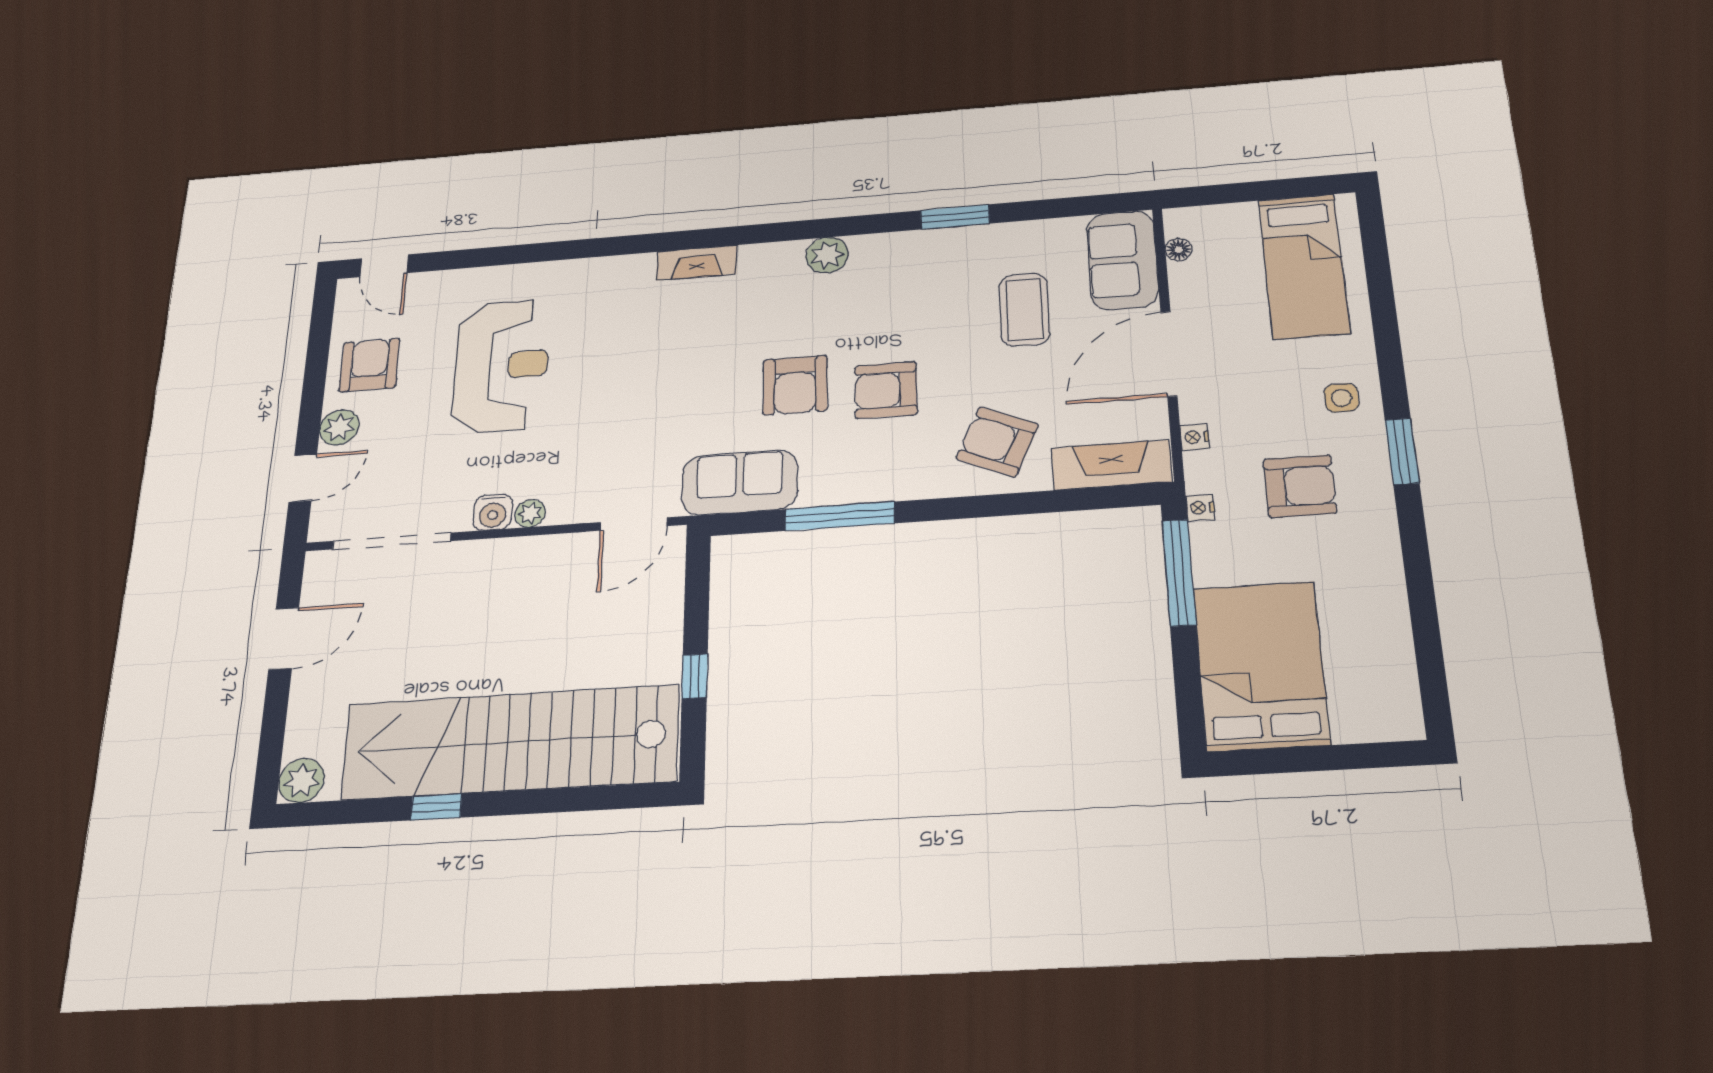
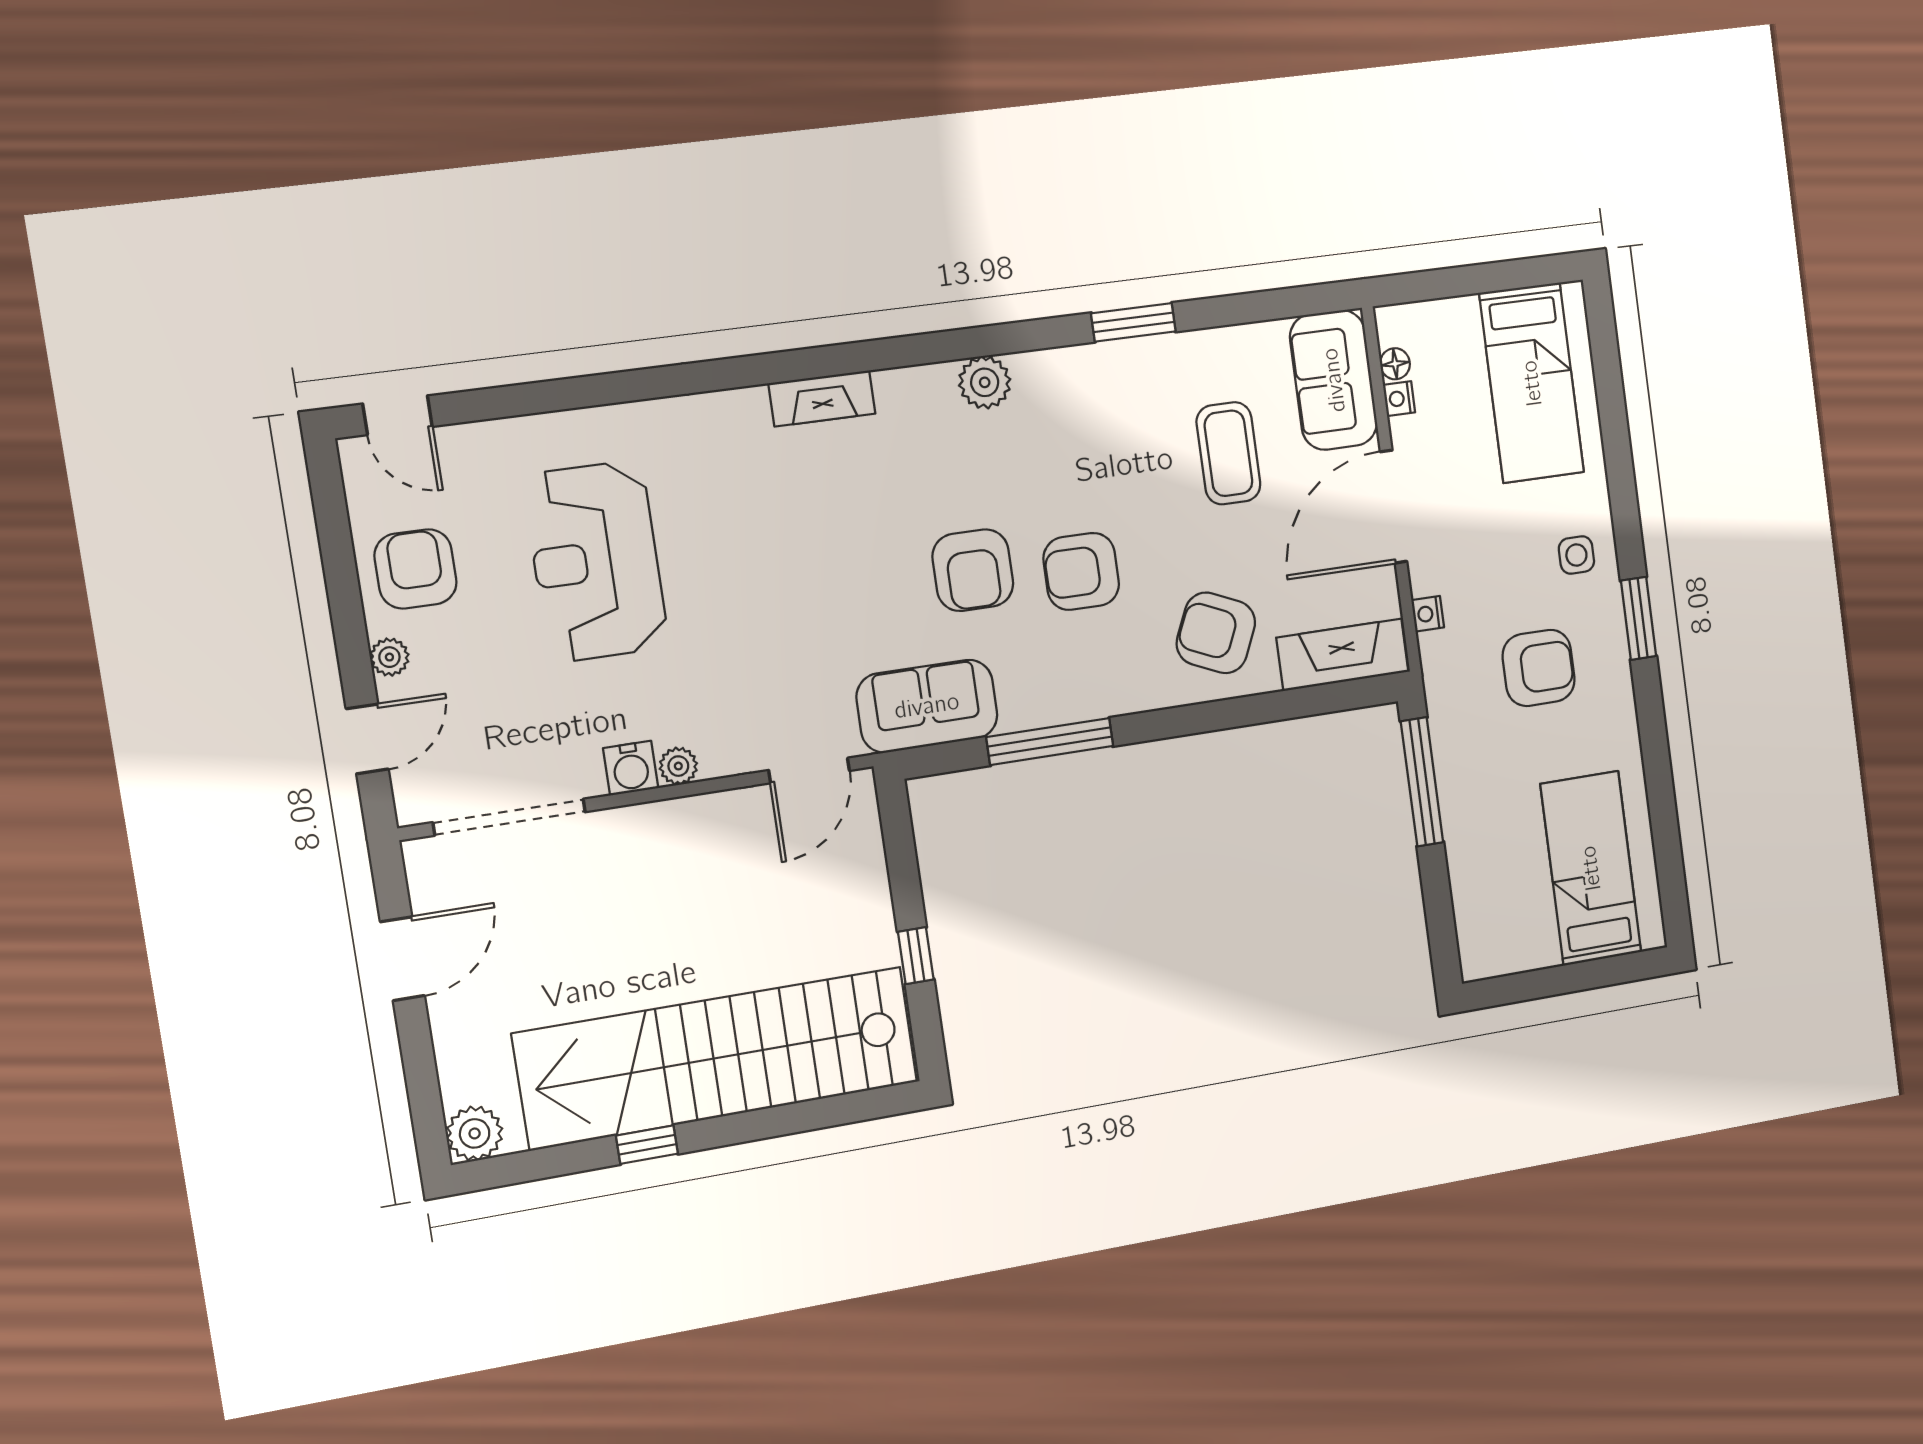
reception desk: (501, 366) -> (596, 561), turned 180
plant: (339, 427) -> (389, 657), width x0.73, depth x0.73
nightstand: (1200, 508) -> (1399, 399), moved
bed: (1261, 666) -> (1591, 868), moved, width x0.67

